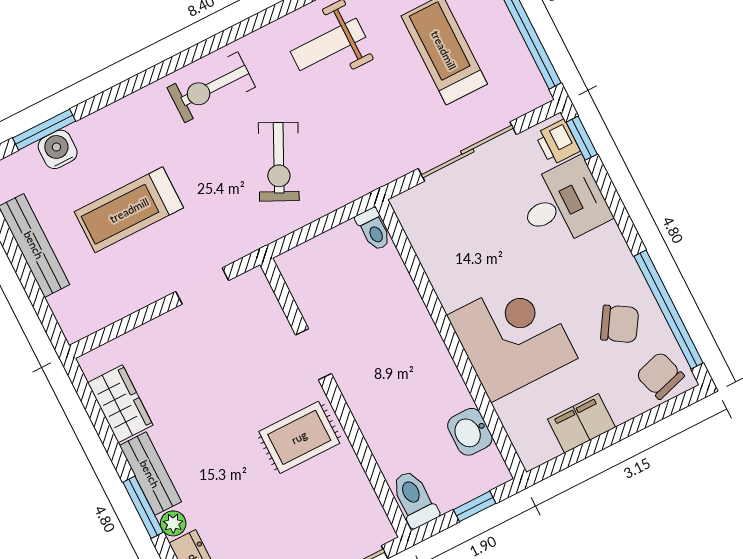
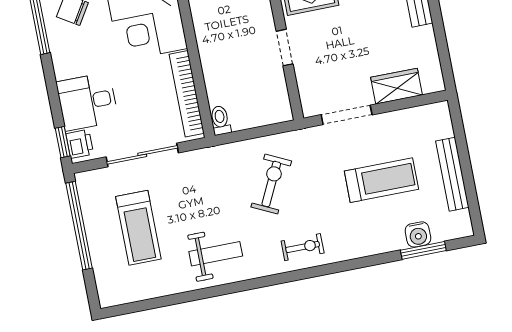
exercise bike: (211, 87) -> (303, 247), width x0.73, depth x0.72
bookcase: (430, 253) -> (187, 94), added
doorway: (202, 286) -> (347, 115), width x1.38
wardrobe: (120, 404) -> (397, 86), moved, turned 90

